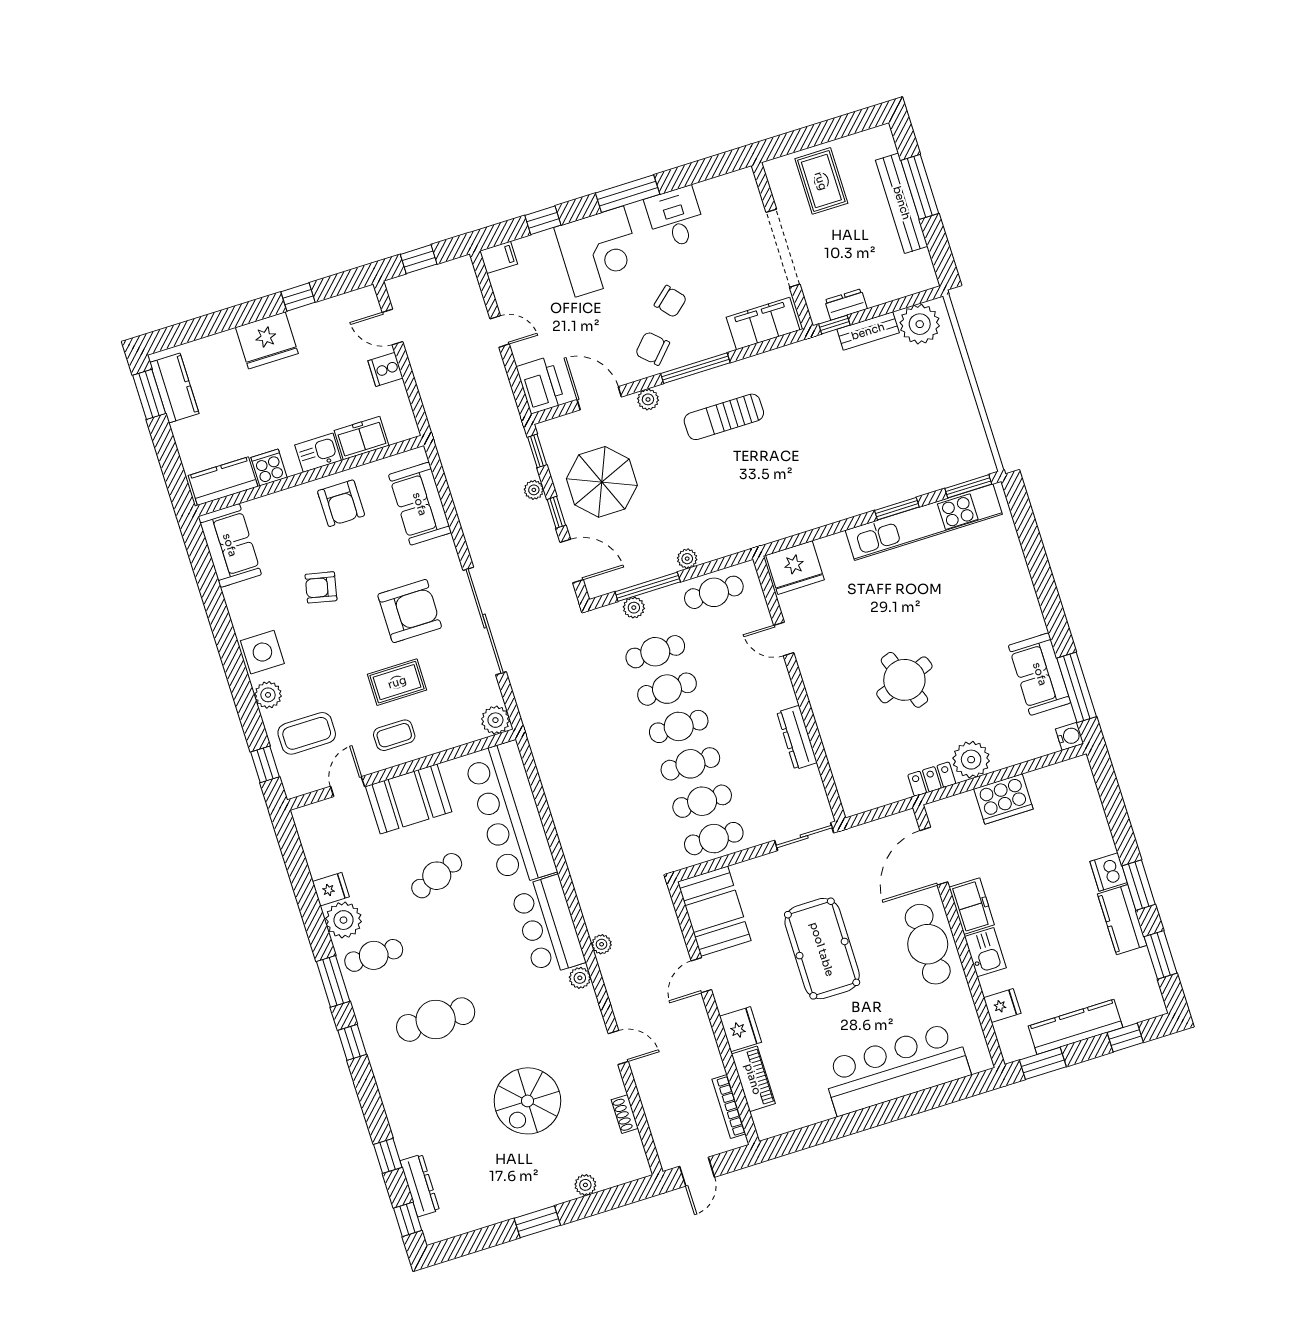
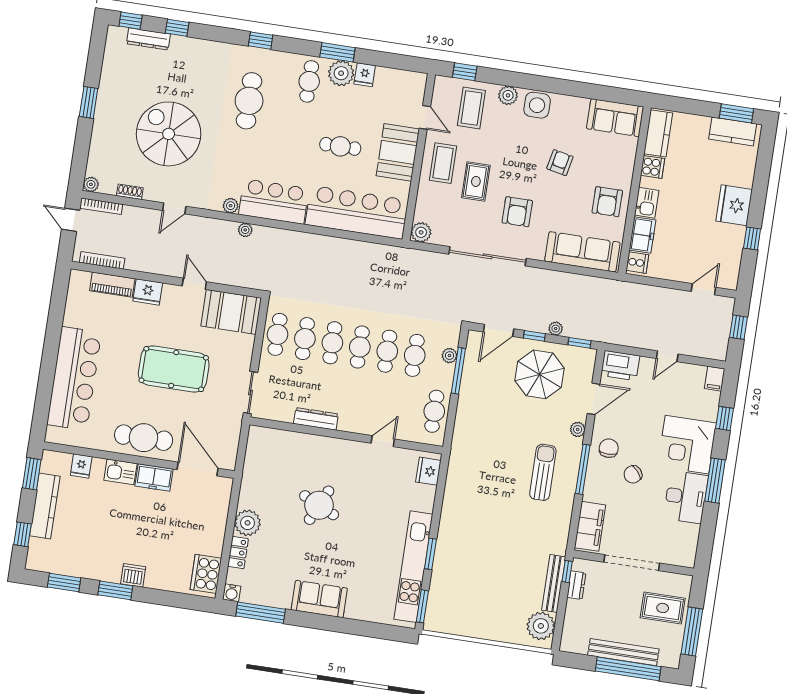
window: (833, 129) -> (692, 632), added
window: (920, 187) -> (628, 669), width x1.46
desk: (675, 218) -> (686, 497), width x1.37
bench: (868, 331) -> (554, 583), width x1.36
chair: (652, 348) -> (609, 448), turned -43
cooker: (385, 369) -> (637, 263), moved, turned 90
armchair: (341, 503) -> (607, 202), turned -90
sofa: (420, 504) -> (582, 252), width x1.36
plant: (687, 559) -> (464, 405), removed
fridge: (795, 568) -> (428, 471), width x0.73, depth x0.75
armchair: (410, 611) -> (517, 212), width x0.73, depth x0.73
sofa: (1040, 674) -> (319, 599), moved
round table: (904, 680) -> (319, 505), turned 45
coffee table: (394, 735) -> (443, 163), width x1.36, depth x1.30
locker: (932, 779) -> (238, 553), moved
cooker: (1003, 799) -> (206, 574), moved
cafe table: (437, 876) -> (340, 146), turned -68
kitchen counter: (1122, 920) -> (98, 569), removed
window: (333, 981) -> (337, 52), moved
spiral stairs: (527, 1101) -> (169, 134), width x1.37, depth x1.37
bookcase: (661, 1141) -> (101, 206), added
plant: (585, 1185) -> (91, 184), moved

